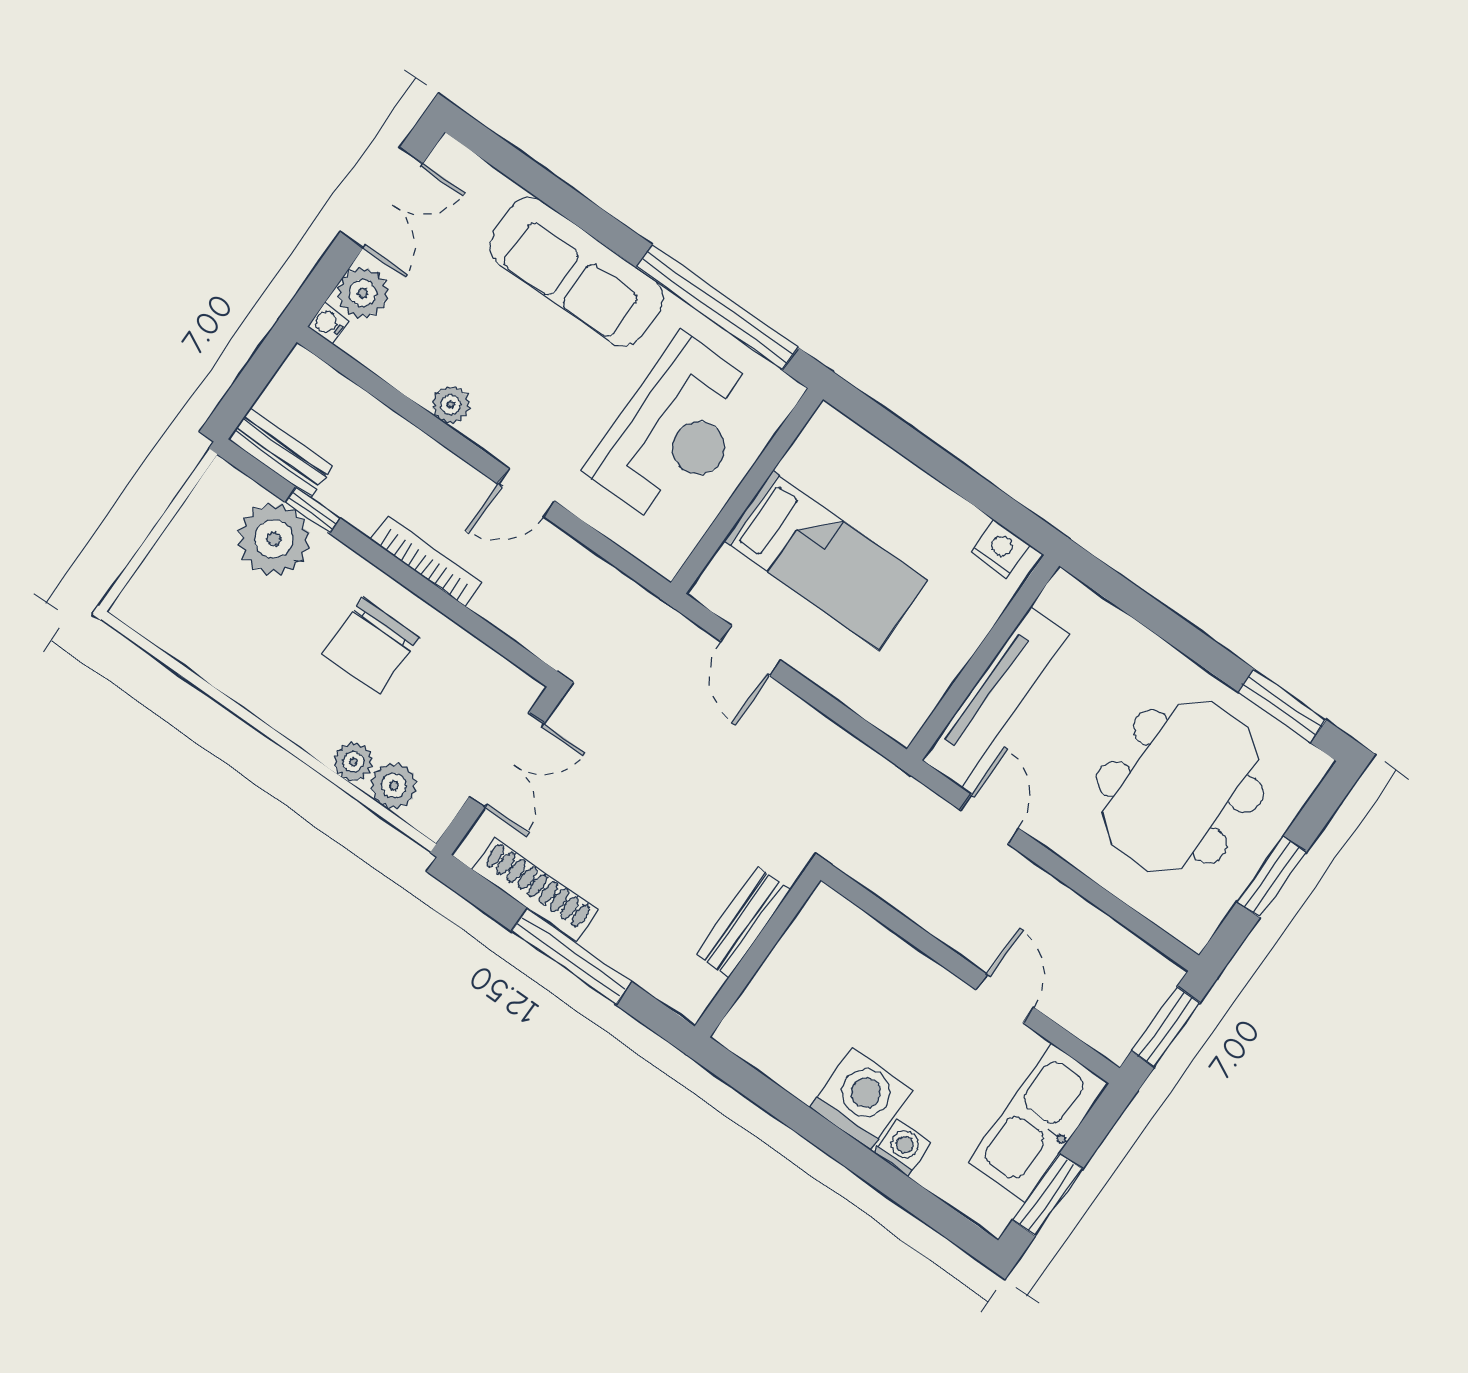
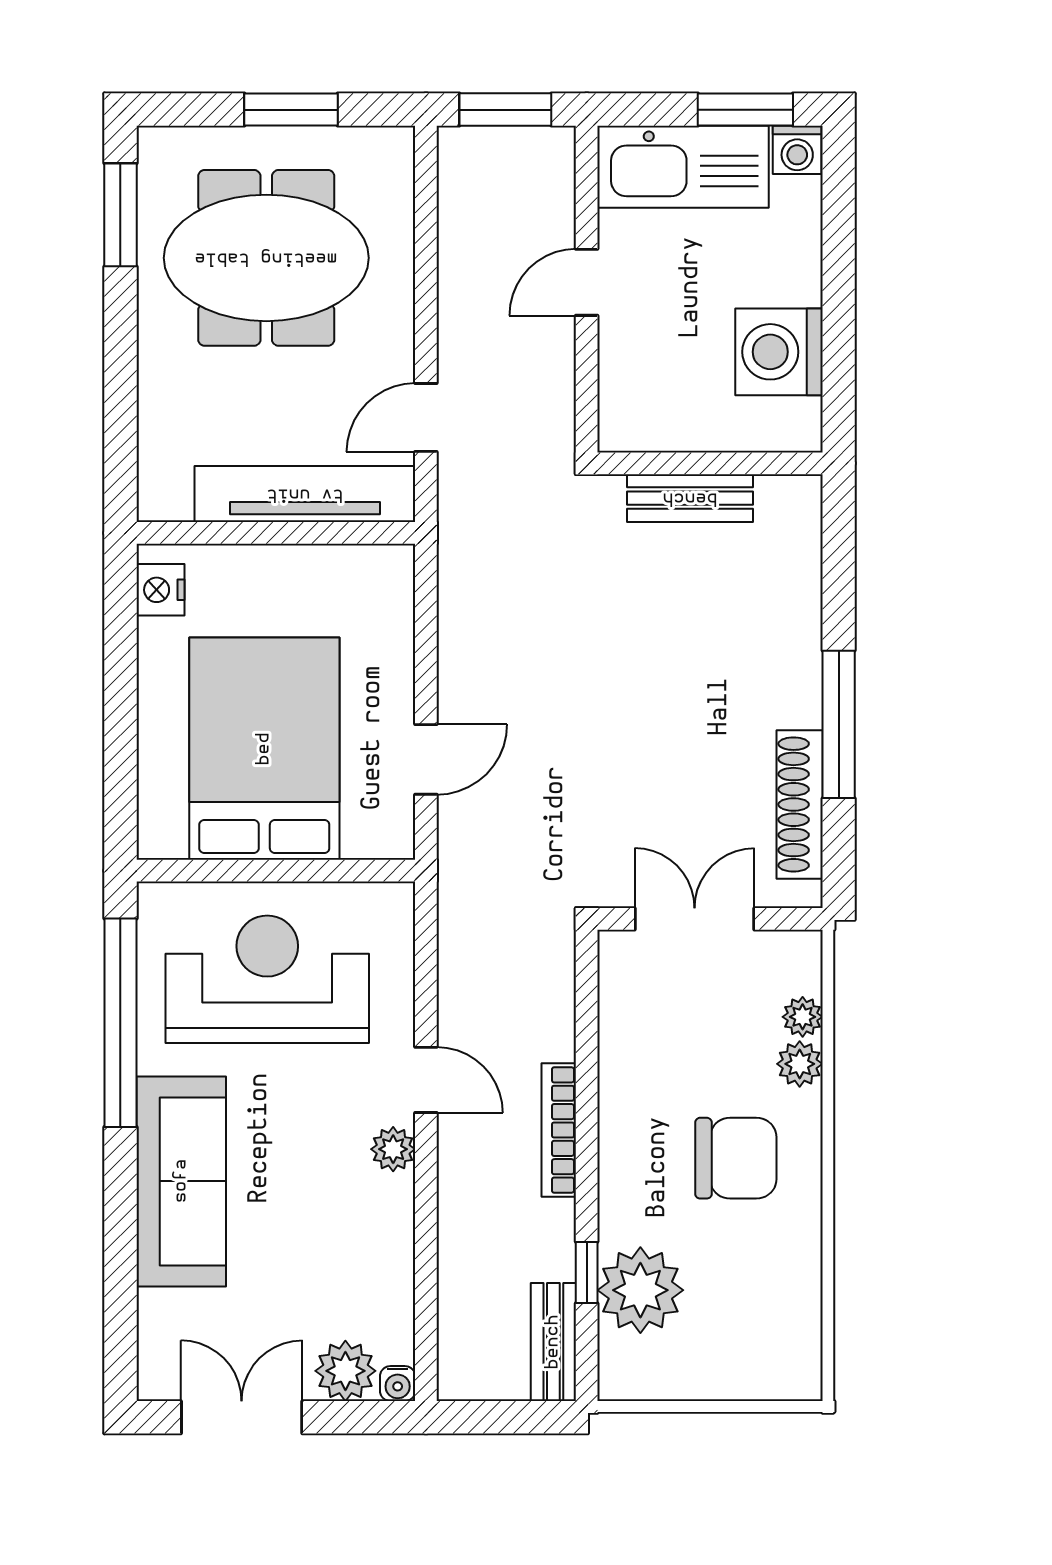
plant: (451, 405) -> (393, 1149), moved
bed: (826, 561) -> (264, 749), width x1.50
chair: (371, 646) -> (736, 1158), moved
plant: (394, 786) -> (803, 1017), width x0.73, depth x0.73
bench: (743, 922) -> (690, 498), moved
wall: (758, 953) -> (710, 463), moved
washing machine: (902, 1148) -> (797, 150), moved, turned -90

